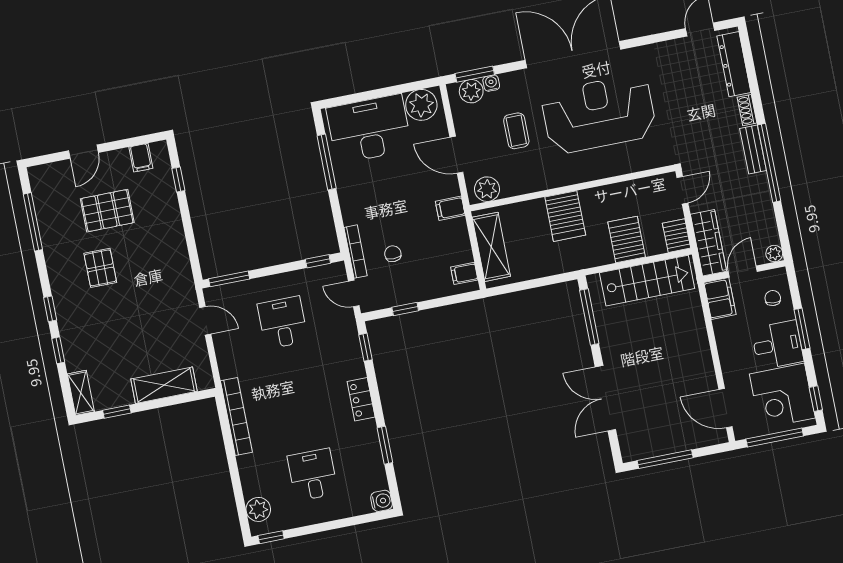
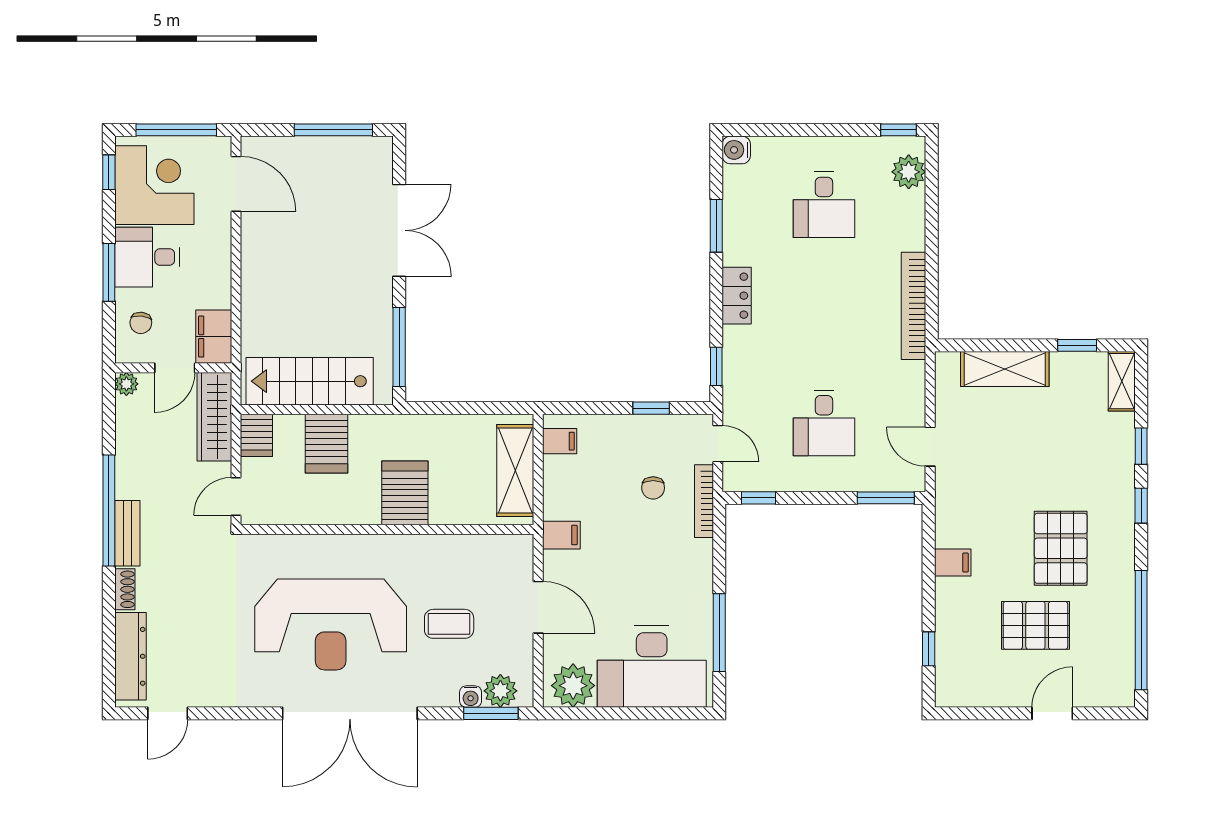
coffee table: (516, 131) -> (449, 624), turned 90
filing cabinet: (141, 158) -> (953, 563), moved, turned 90
plant: (487, 189) -> (505, 551), removed
window: (33, 222) -> (1141, 630), width x1.46
pallet: (100, 268) -> (1061, 548), width x1.50, depth x1.42

